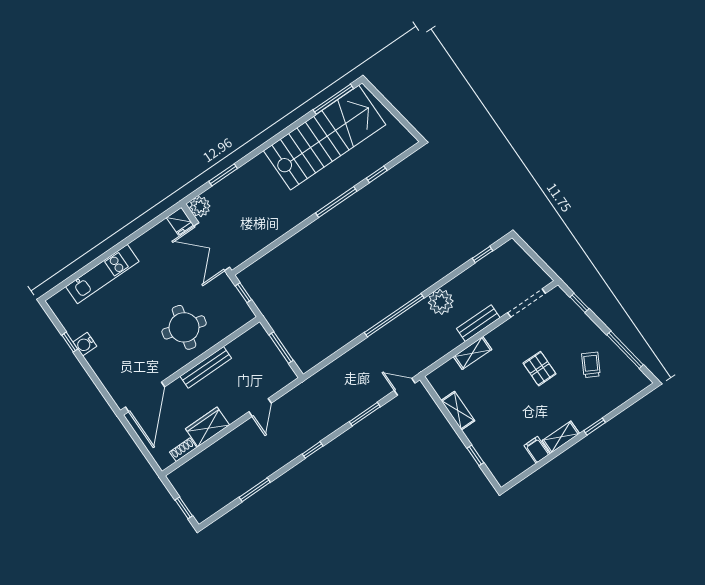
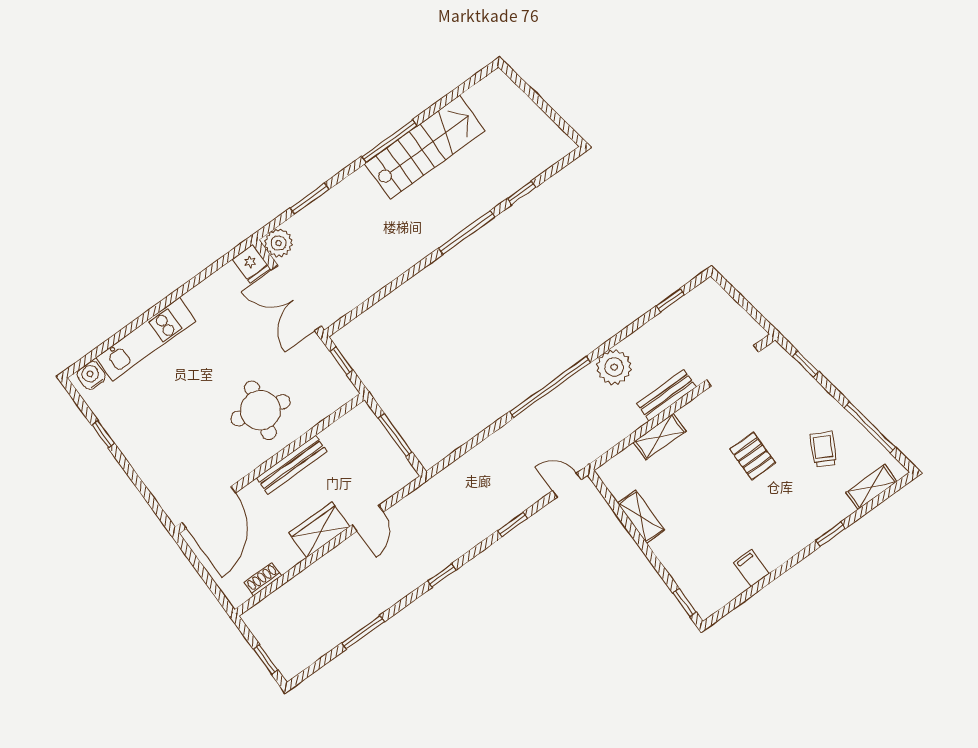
window: (333, 99) -> (389, 141), moved
stairs: (325, 138) -> (425, 147), width x0.73, depth x0.66
water cooler: (85, 344) -> (91, 375), moved, turned 90
window: (365, 414) -> (512, 524), width x0.67
wardrobe: (207, 427) -> (319, 530), moved
shelving: (561, 437) -> (871, 487), moved
window: (475, 455) -> (685, 603), moved

